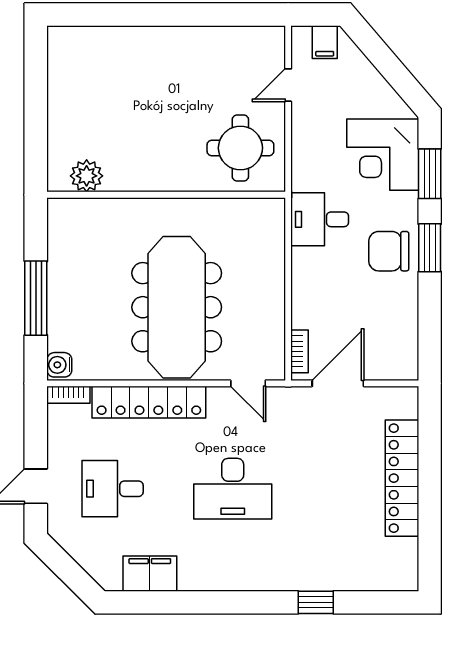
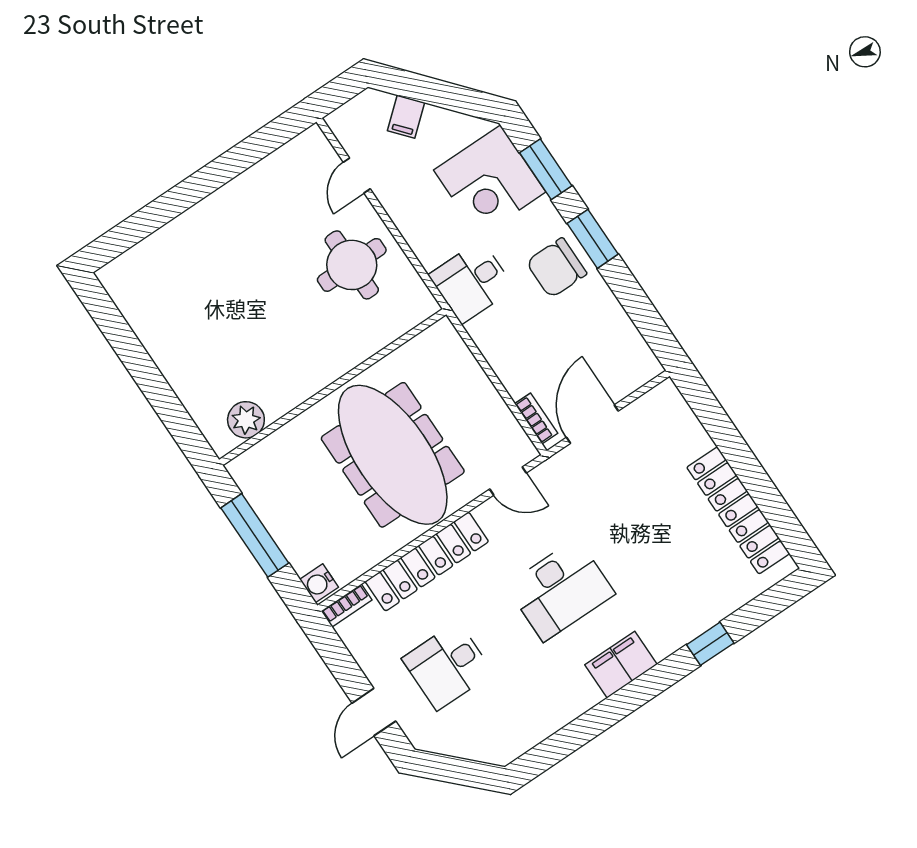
filing cabinet: (325, 42) -> (406, 117), moved, turned 49
plant: (87, 176) -> (246, 420), moved
wall: (166, 195) -> (333, 387), moved
locker: (402, 478) -> (738, 510), moved
filing cabinet: (150, 574) -> (621, 665), moved

